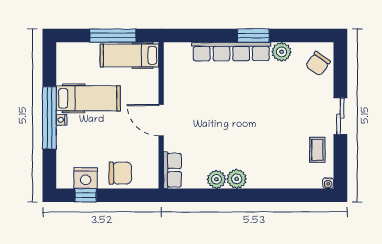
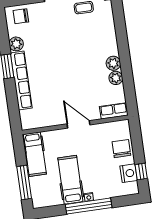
window: (113, 36) -> (24, 183), moved
chair: (318, 64) -> (21, 16), turned 145
door: (161, 120) -> (79, 124), swing flipped

